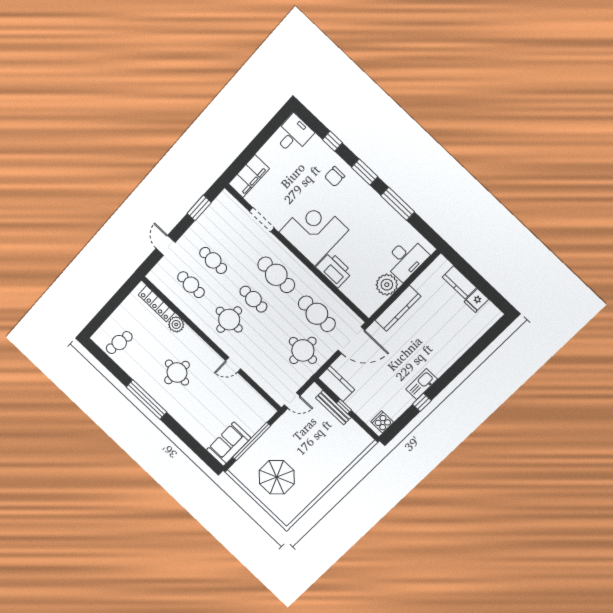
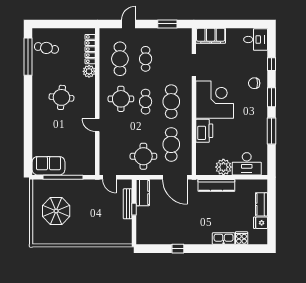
cafe table: (191, 285) -> (120, 59), width x1.37, depth x1.35
kitchen sink: (422, 384) -> (224, 239), moved
window: (146, 400) -> (28, 57), moved
cooker: (382, 422) -> (242, 238), moved

